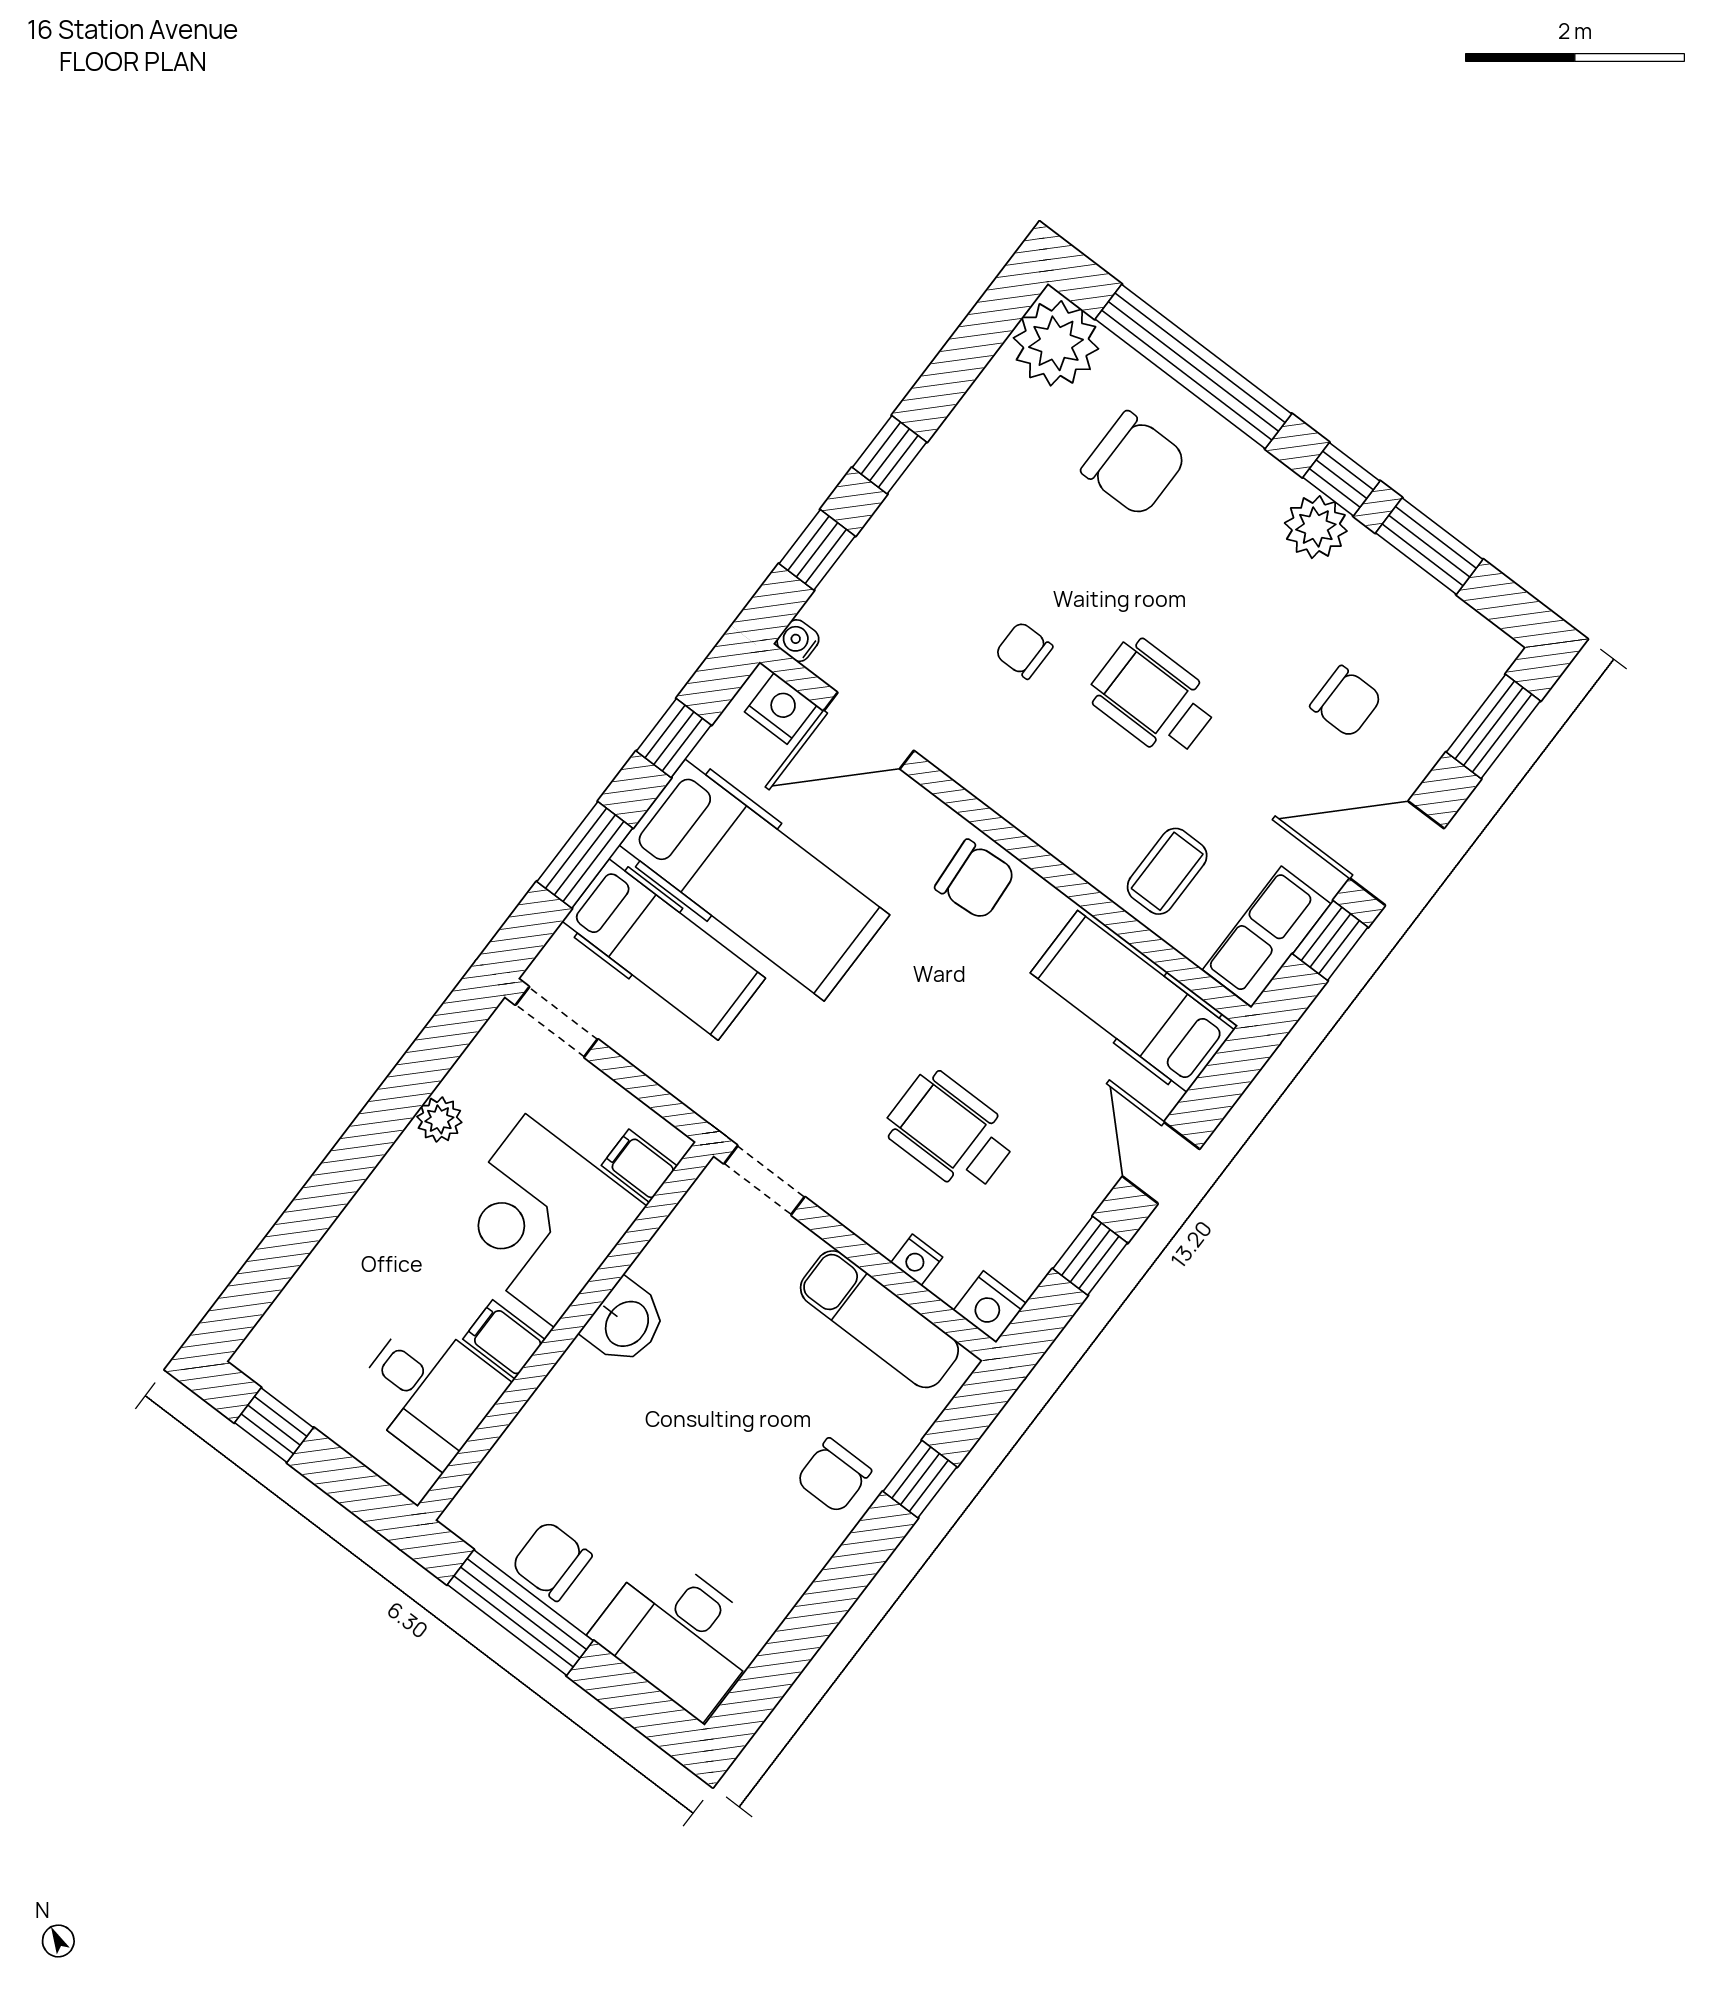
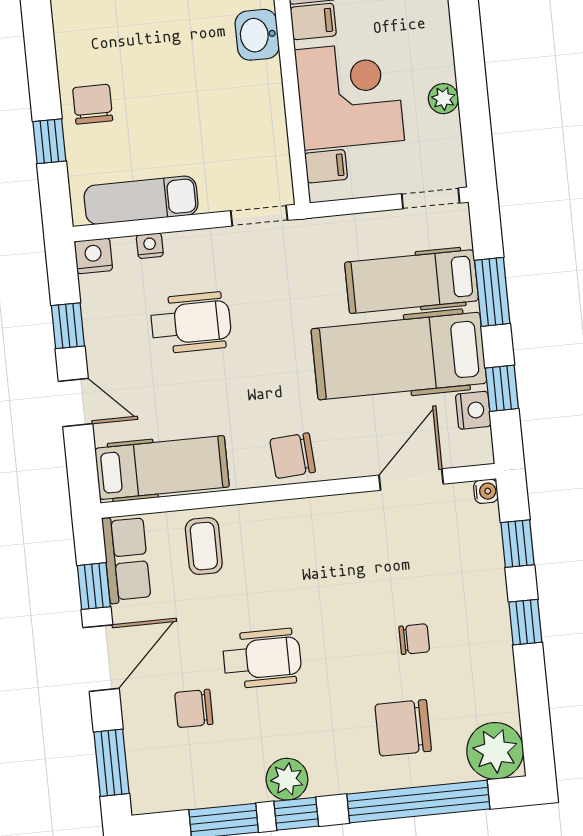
chair: (1024, 650) -> (414, 639), moved
wheelchair: (1153, 698) -> (262, 658), moved
nightstand: (781, 708) -> (473, 410), moved, turned -90
washbasin: (625, 1323) -> (257, 35), moved

